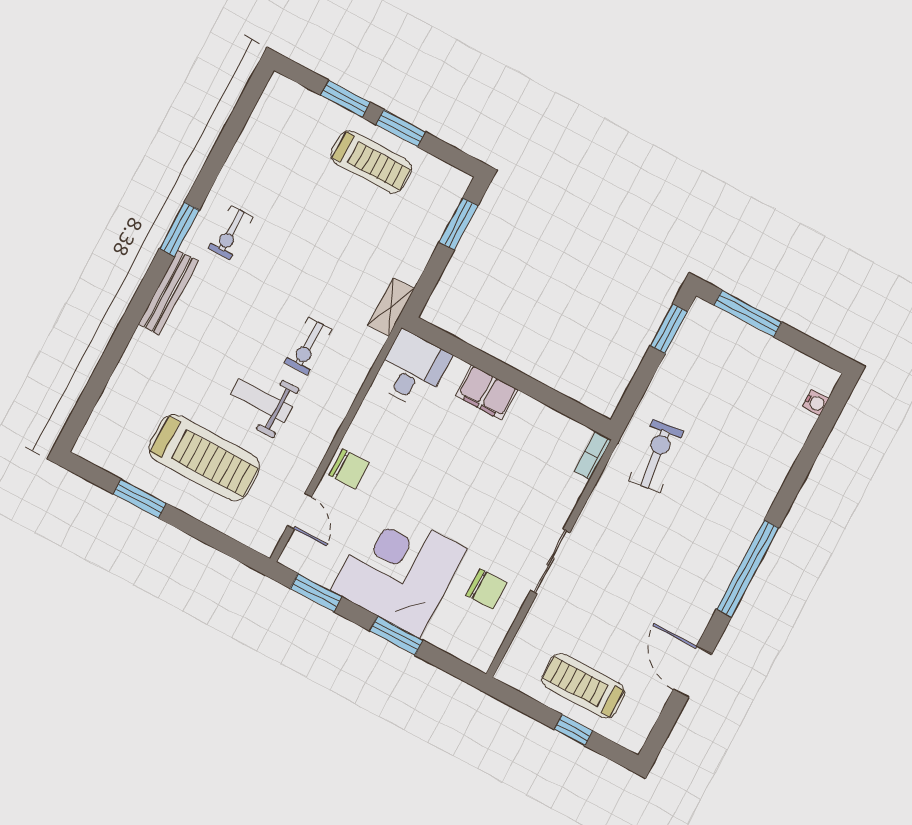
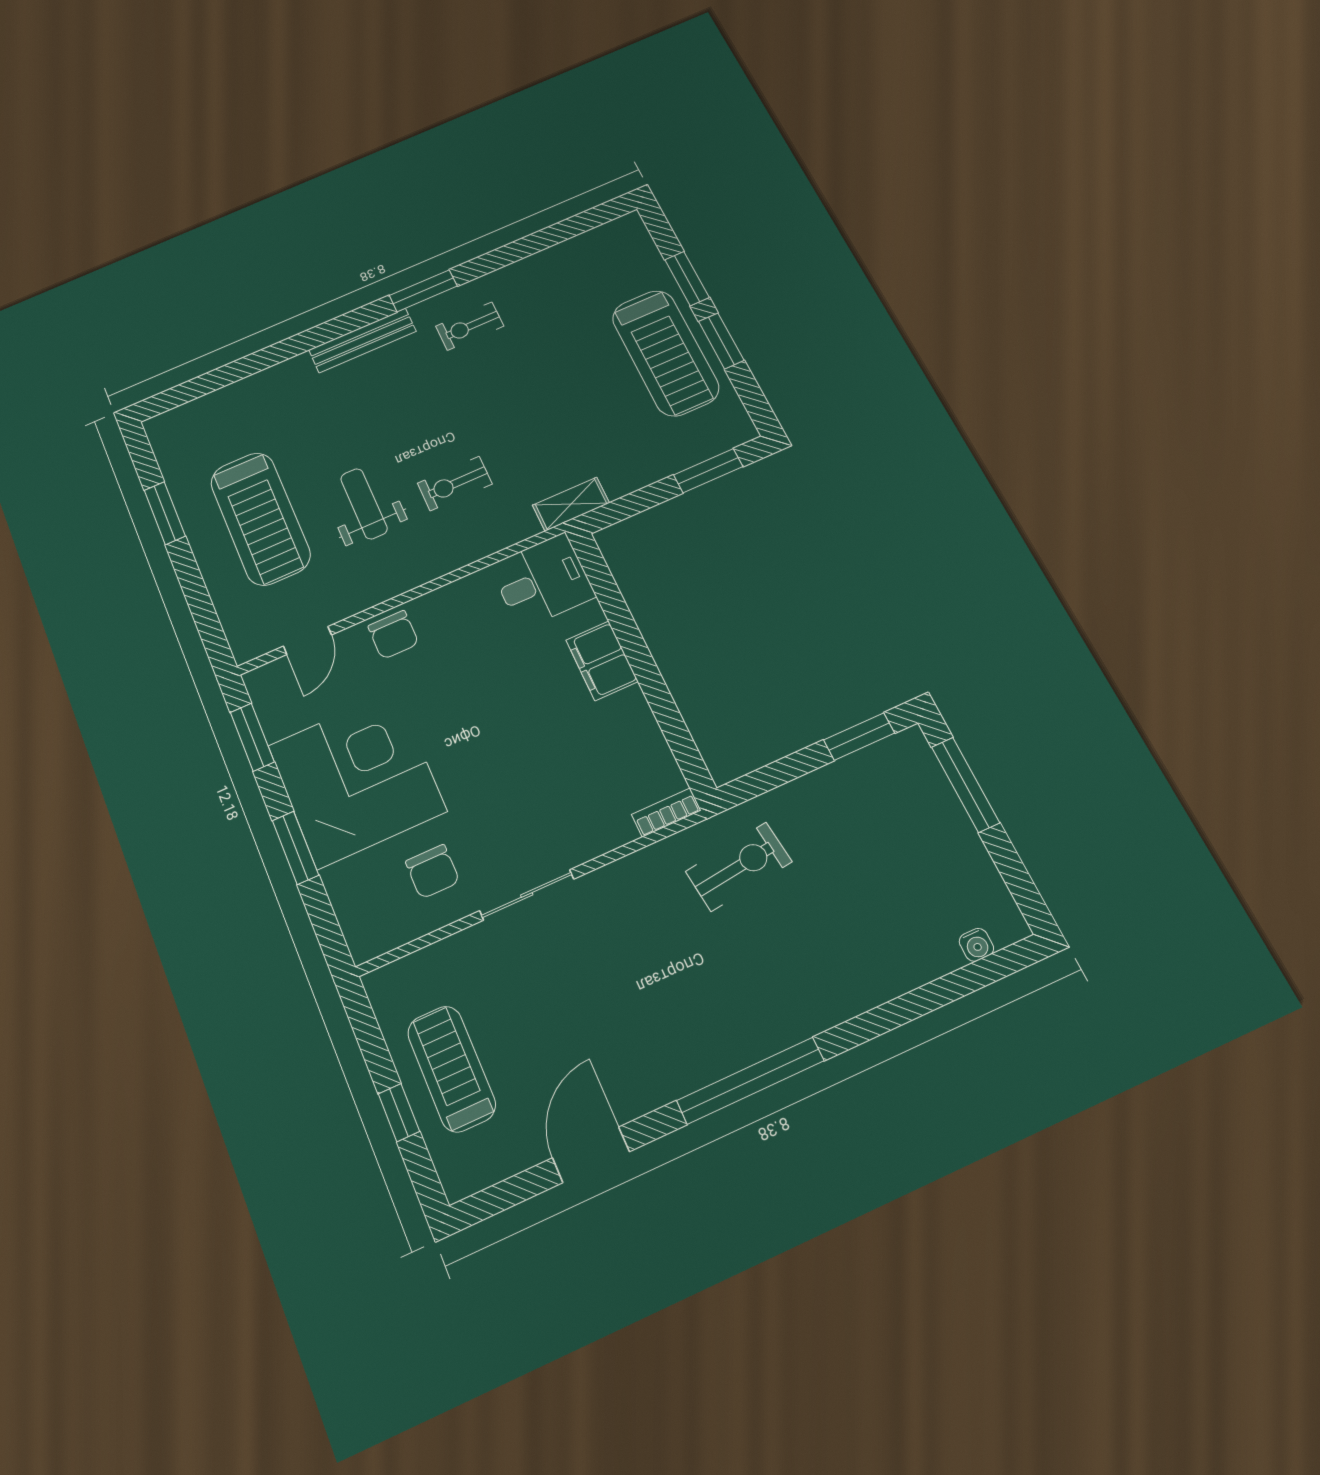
treadmill: (371, 162) -> (665, 353), width x1.37, depth x1.38

